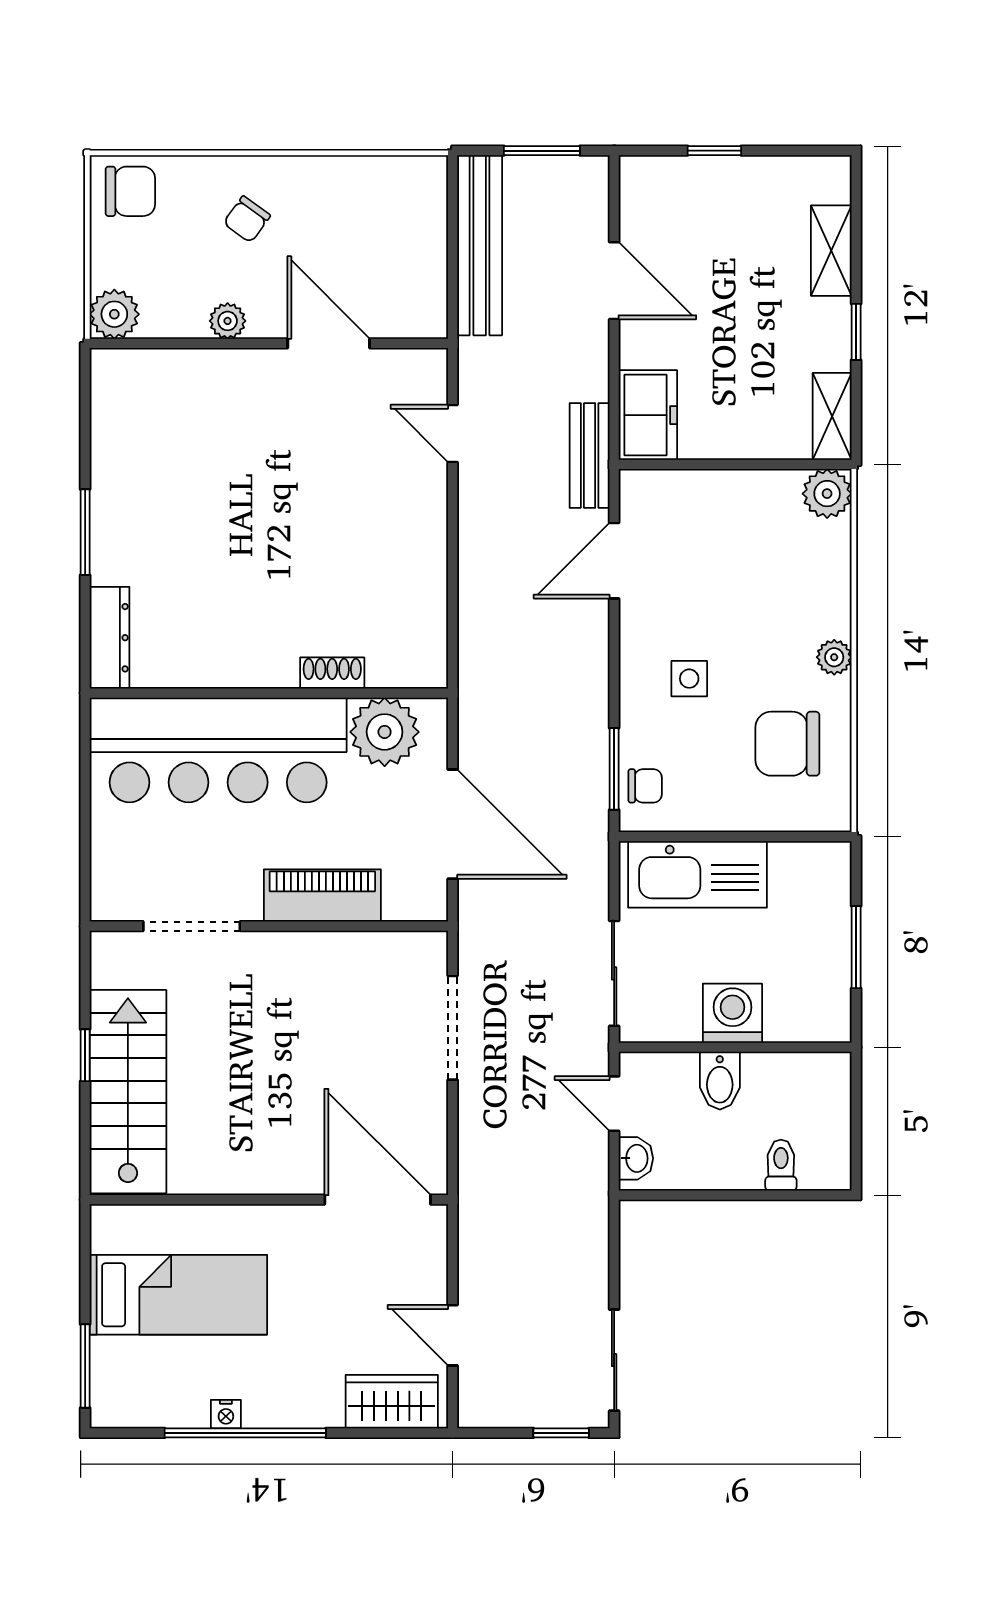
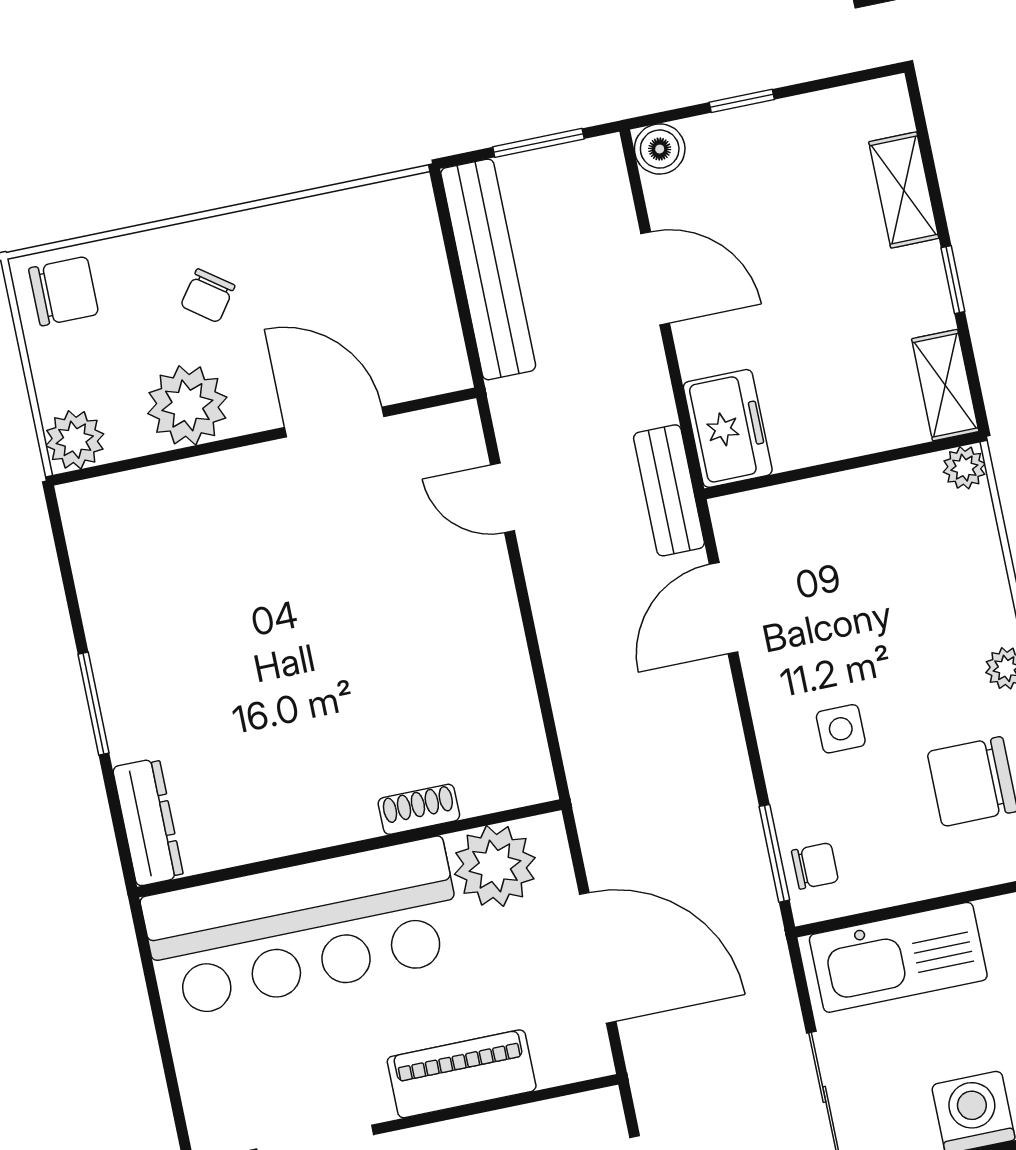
boiler: (640, 176) -> (660, 149), added
plant: (228, 321) -> (187, 405), width x1.88, depth x1.88
plant: (827, 494) -> (964, 468), width x0.73, depth x0.73

